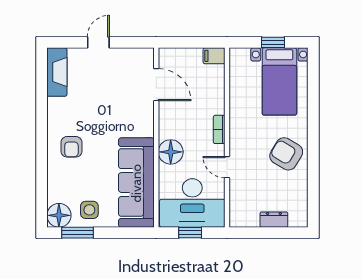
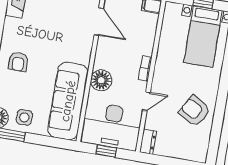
armchair: (286, 154) -> (195, 111), moved
door: (227, 167) -> (146, 101), swing flipped
dresser: (274, 220) -> (148, 142), moved, turned 90

